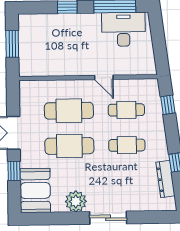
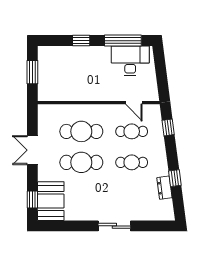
door: (104, 77) -> (134, 103), moved
window: (14, 171) -> (32, 199), moved
dresser: (165, 179) -> (164, 188), width x0.70
plant: (76, 201) -> (86, 211), removed

